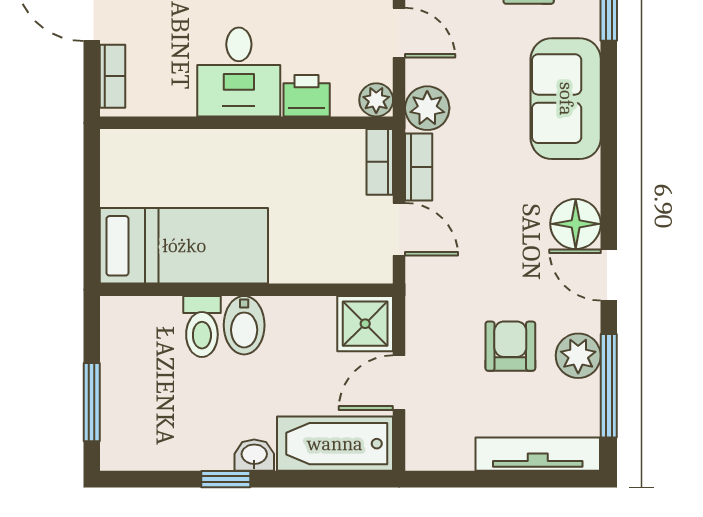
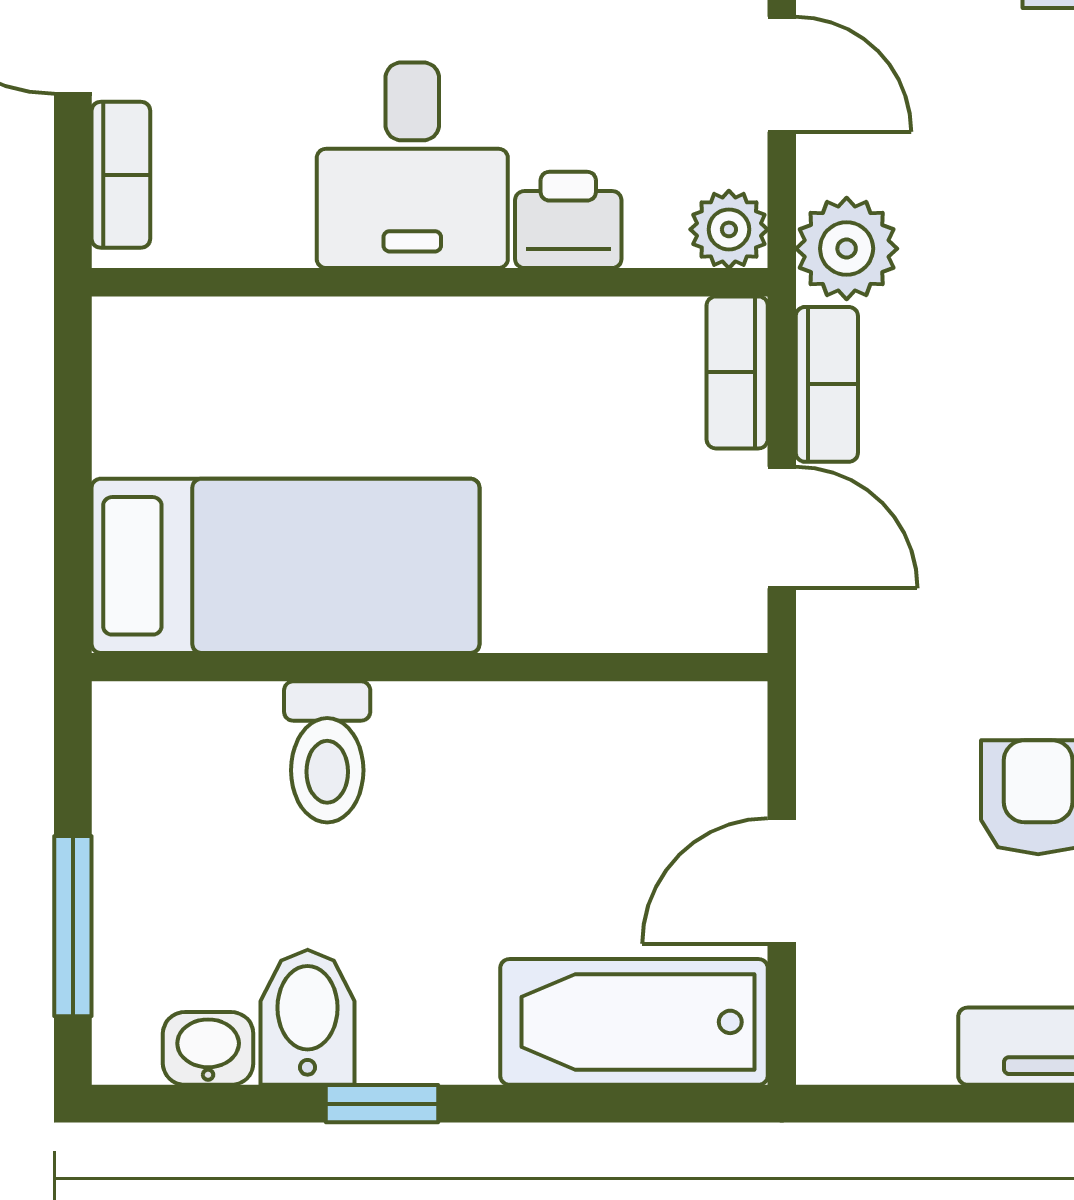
shower: (365, 324) -> (704, 745), removed
bidet: (244, 325) -> (308, 1017), moved, turned 180
washbasin: (254, 455) -> (208, 1048), moved

